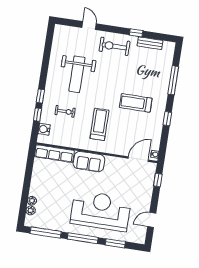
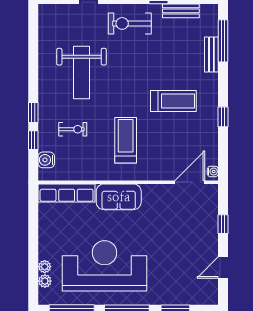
bench: (166, 76) -> (211, 54), added
window: (173, 80) -> (223, 41), moved
treadmill: (136, 103) -> (173, 101), turned 180
window: (158, 180) -> (223, 224), moved
reception desk: (101, 211) -> (104, 266), moved

